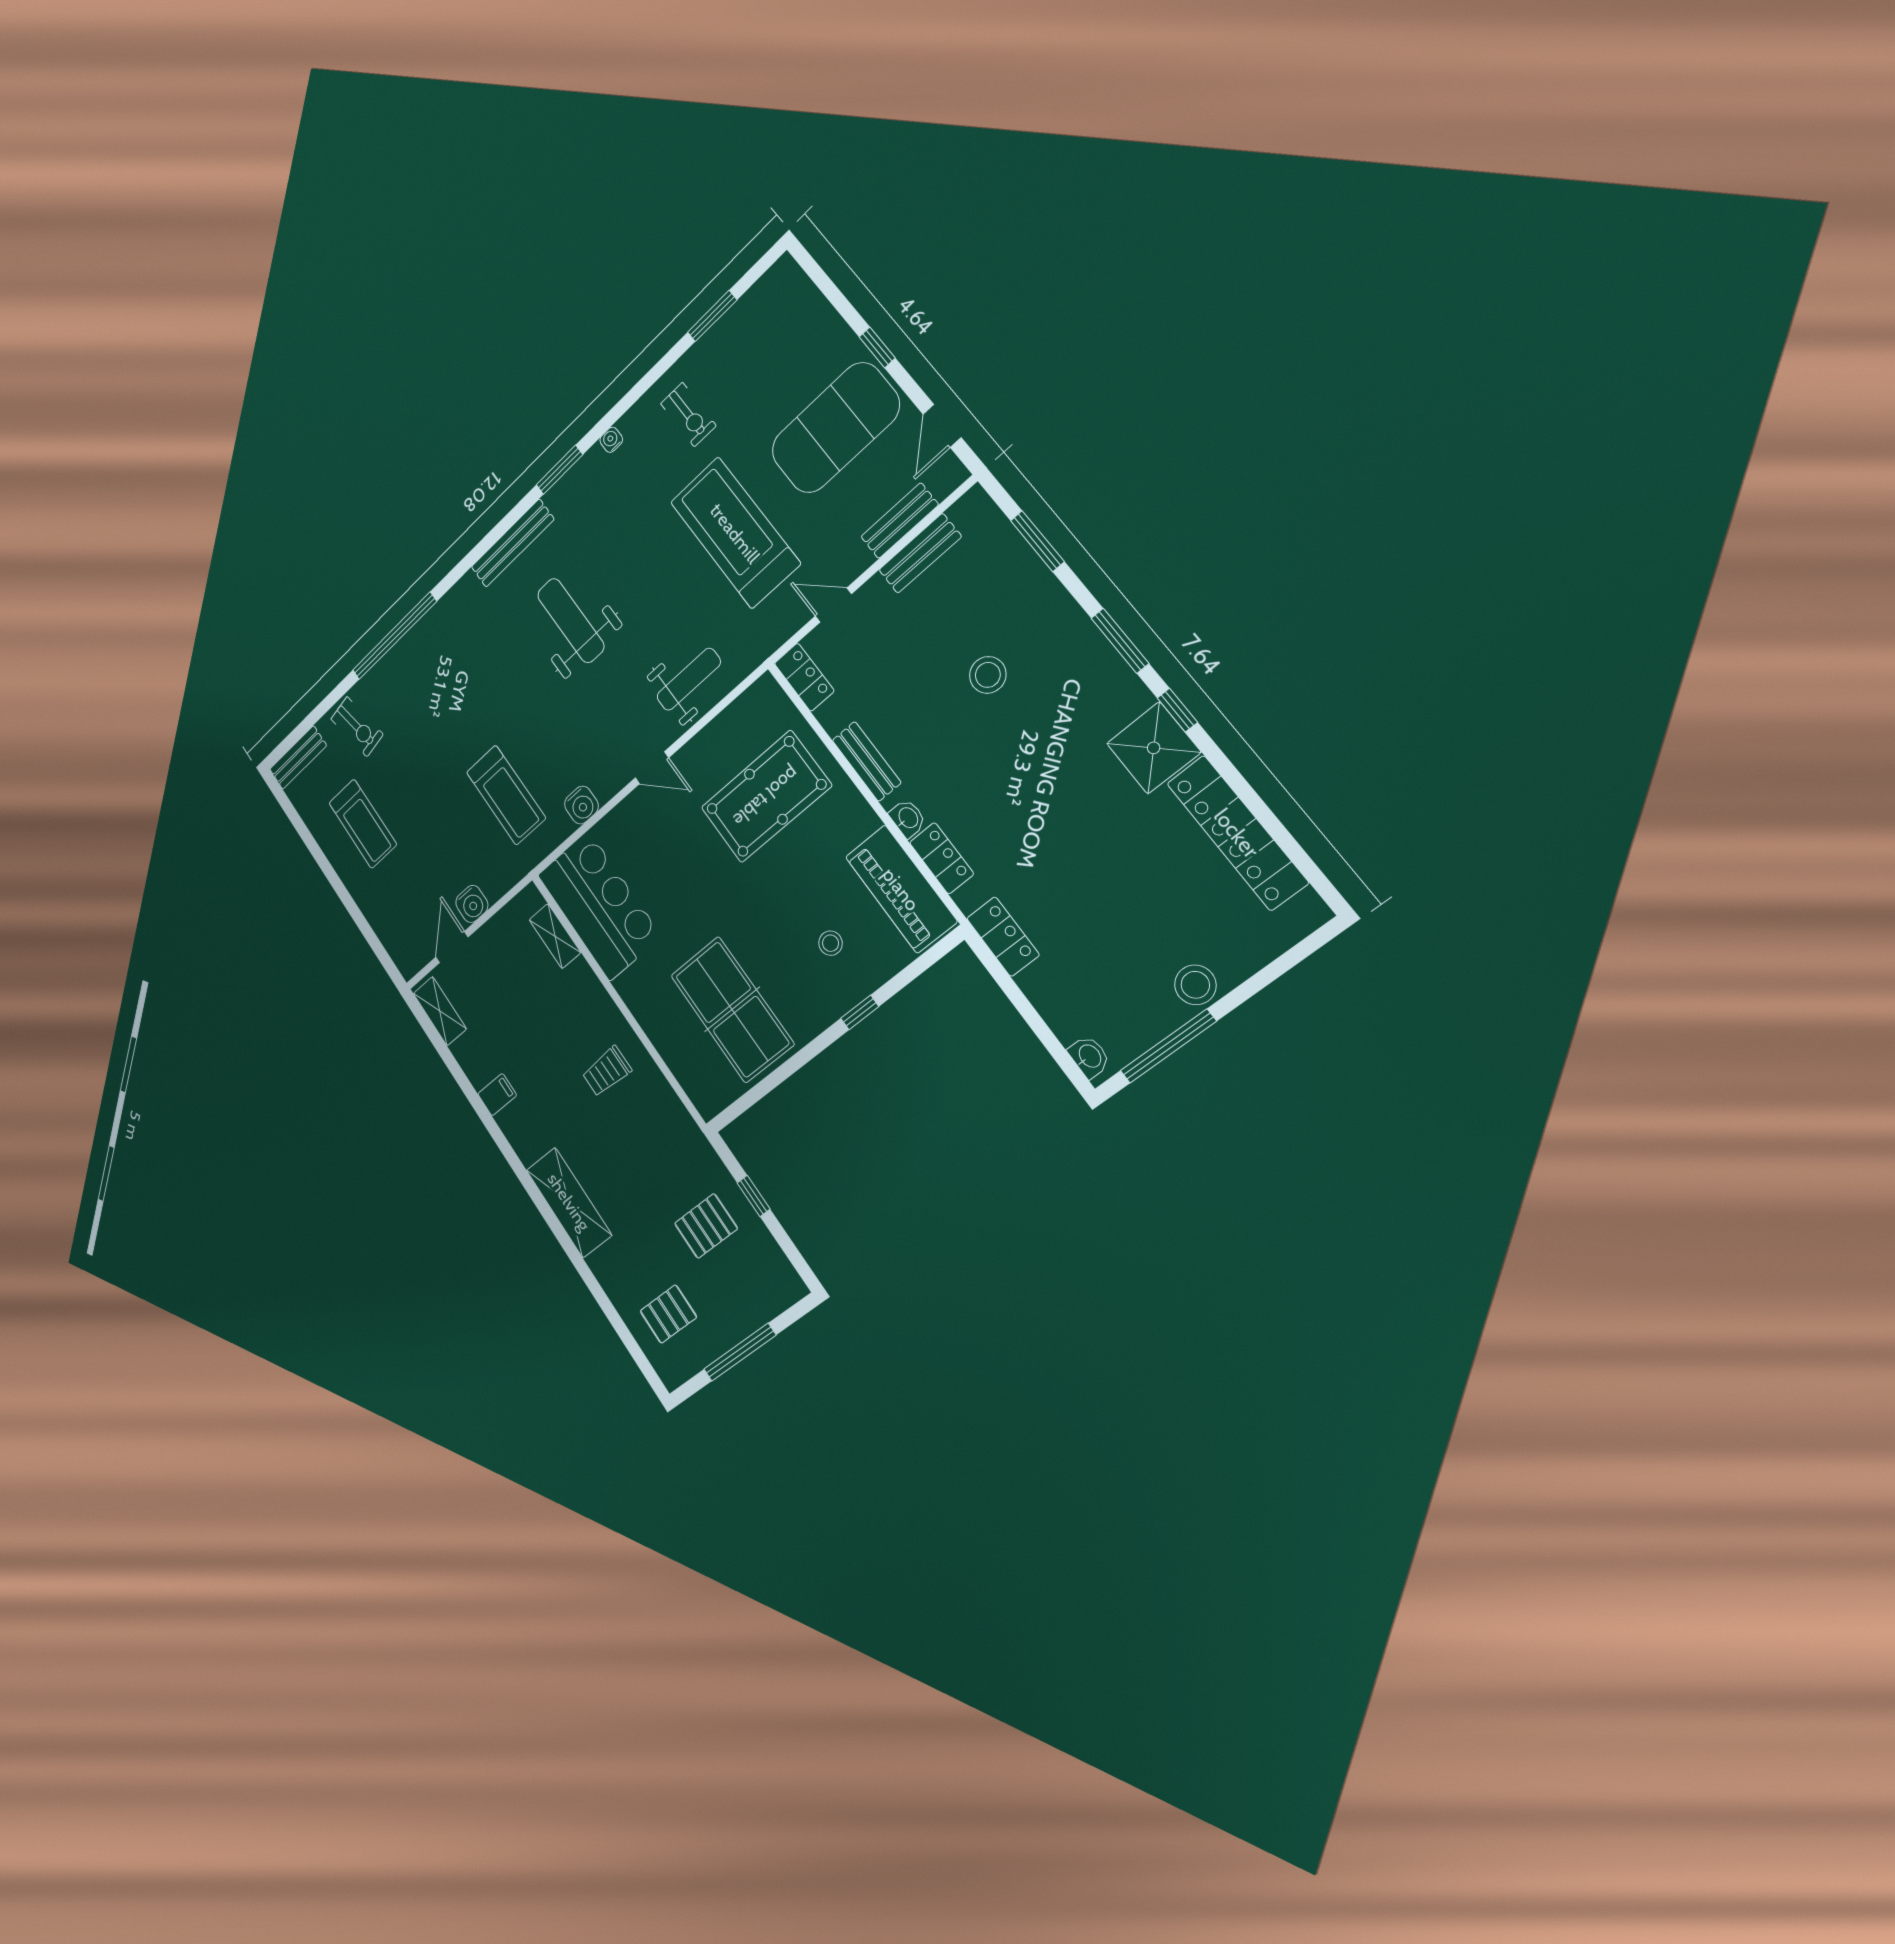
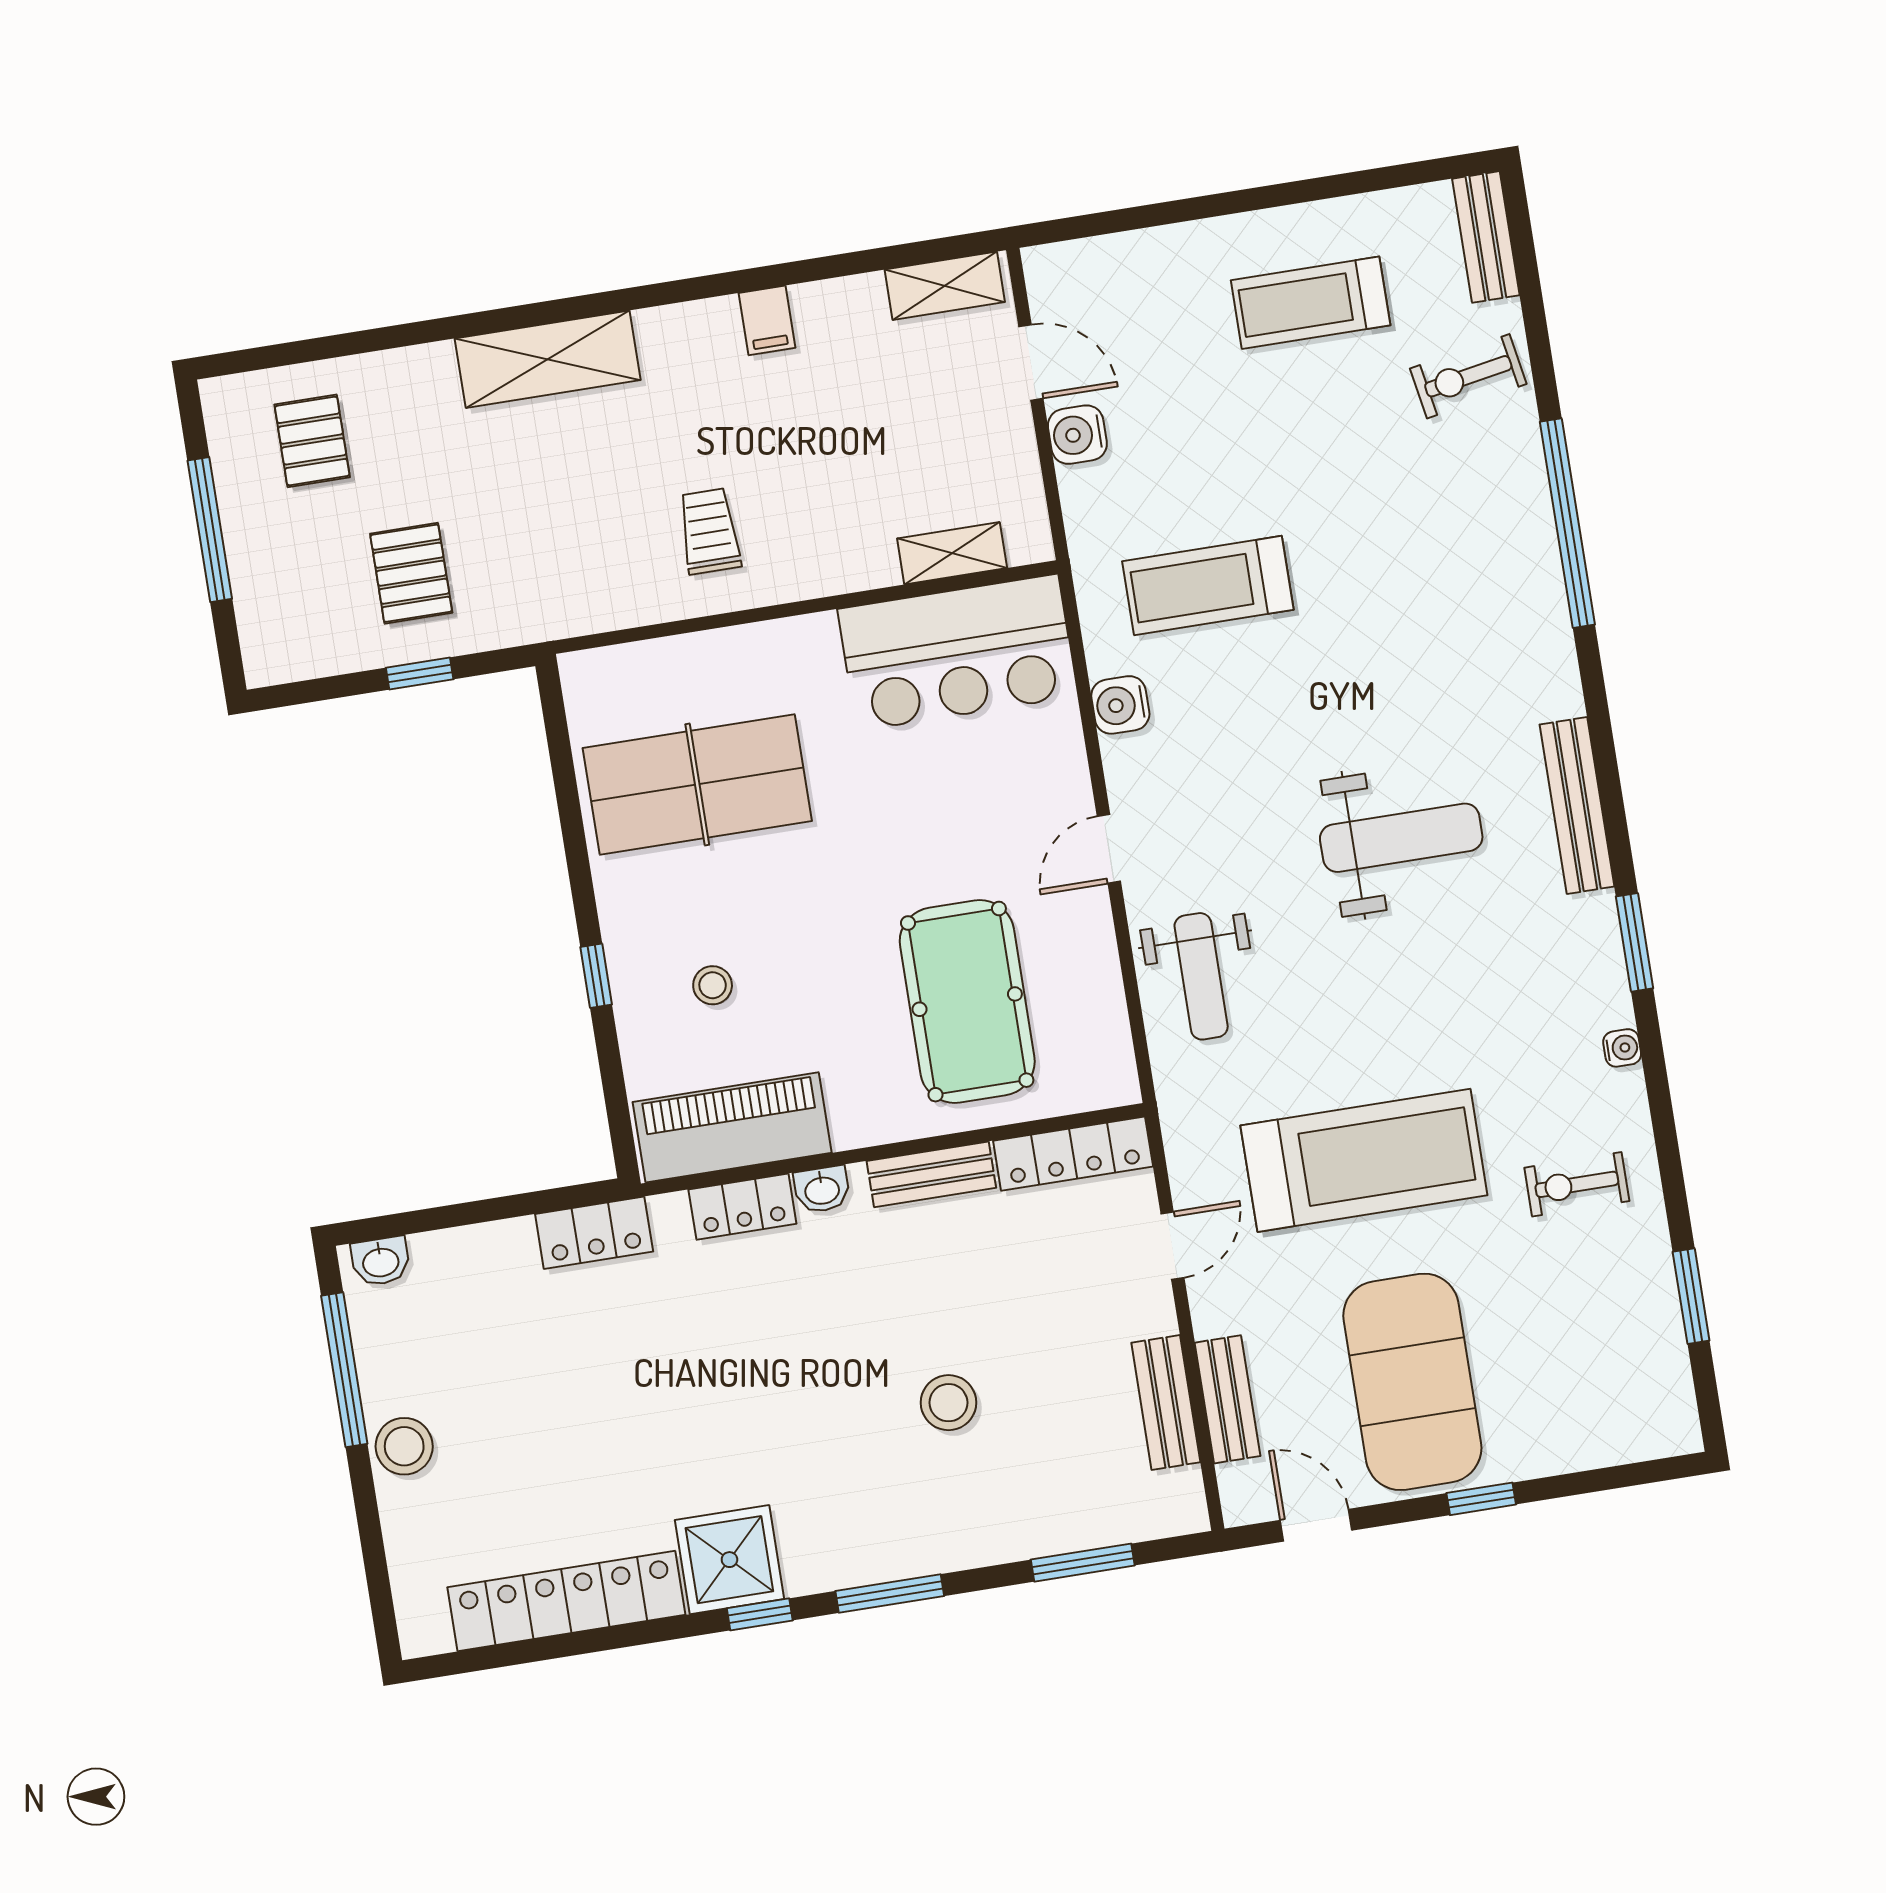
locker: (804, 677) -> (1073, 1154), width x1.53

